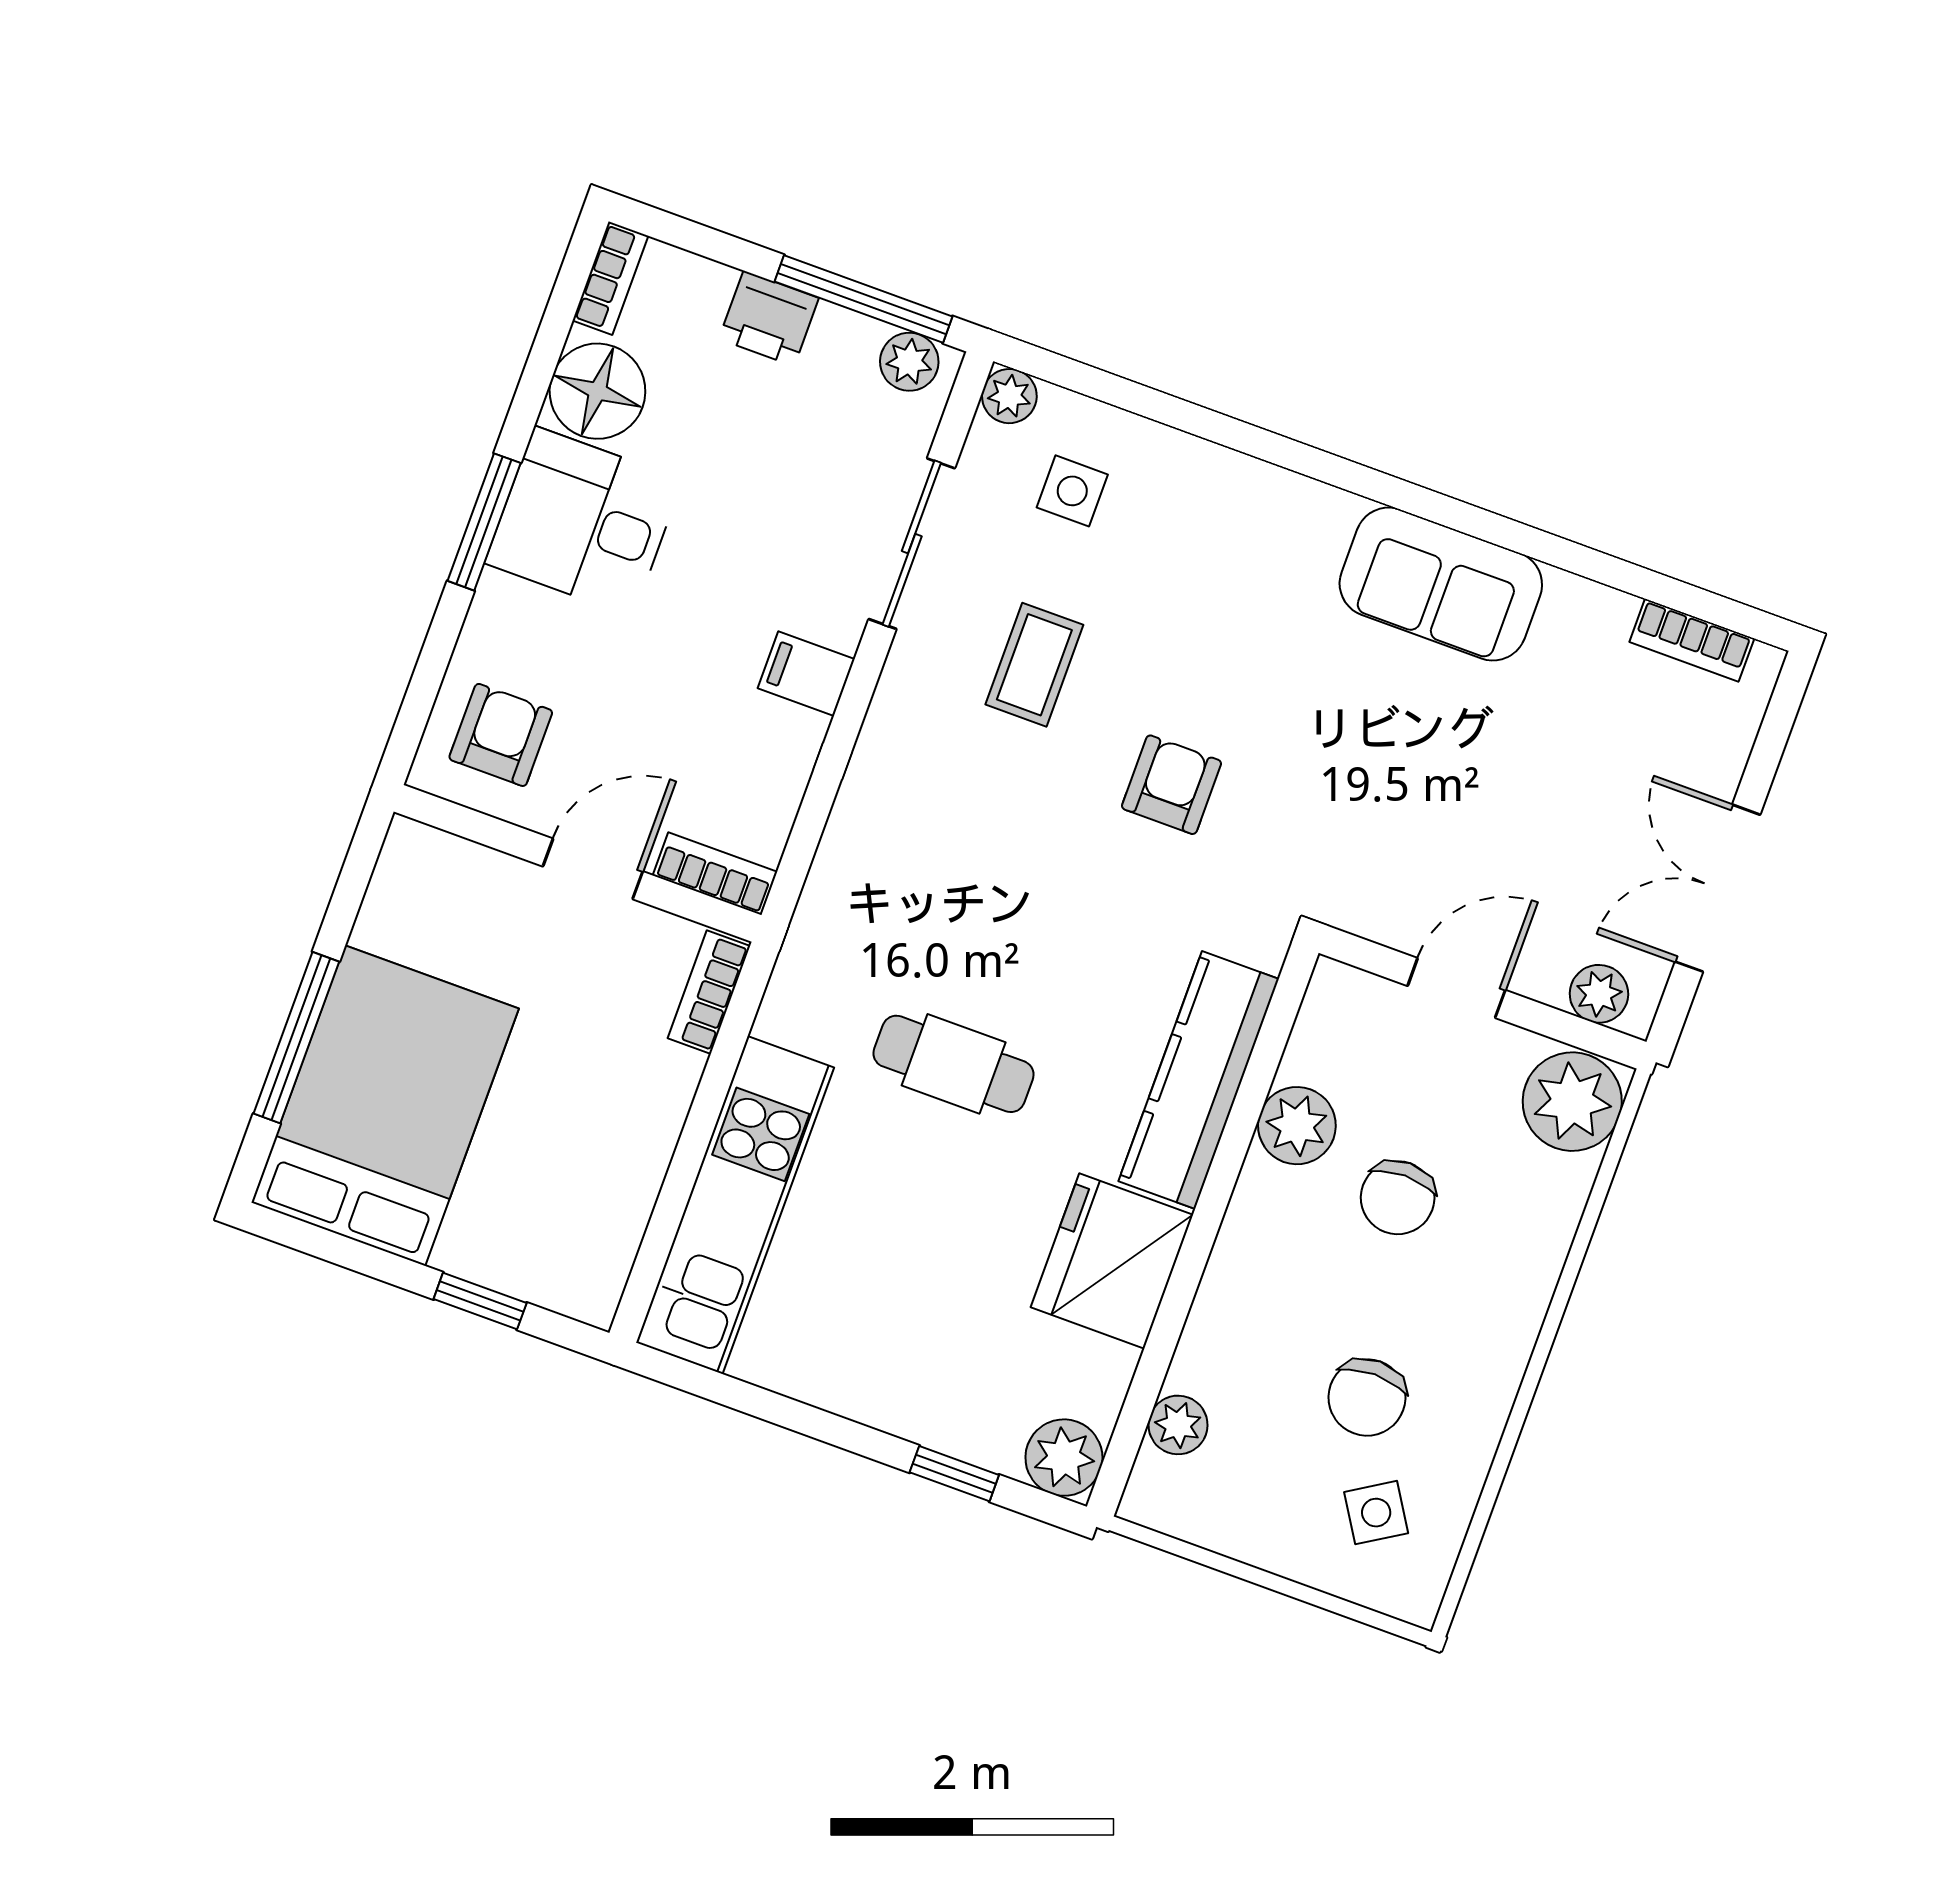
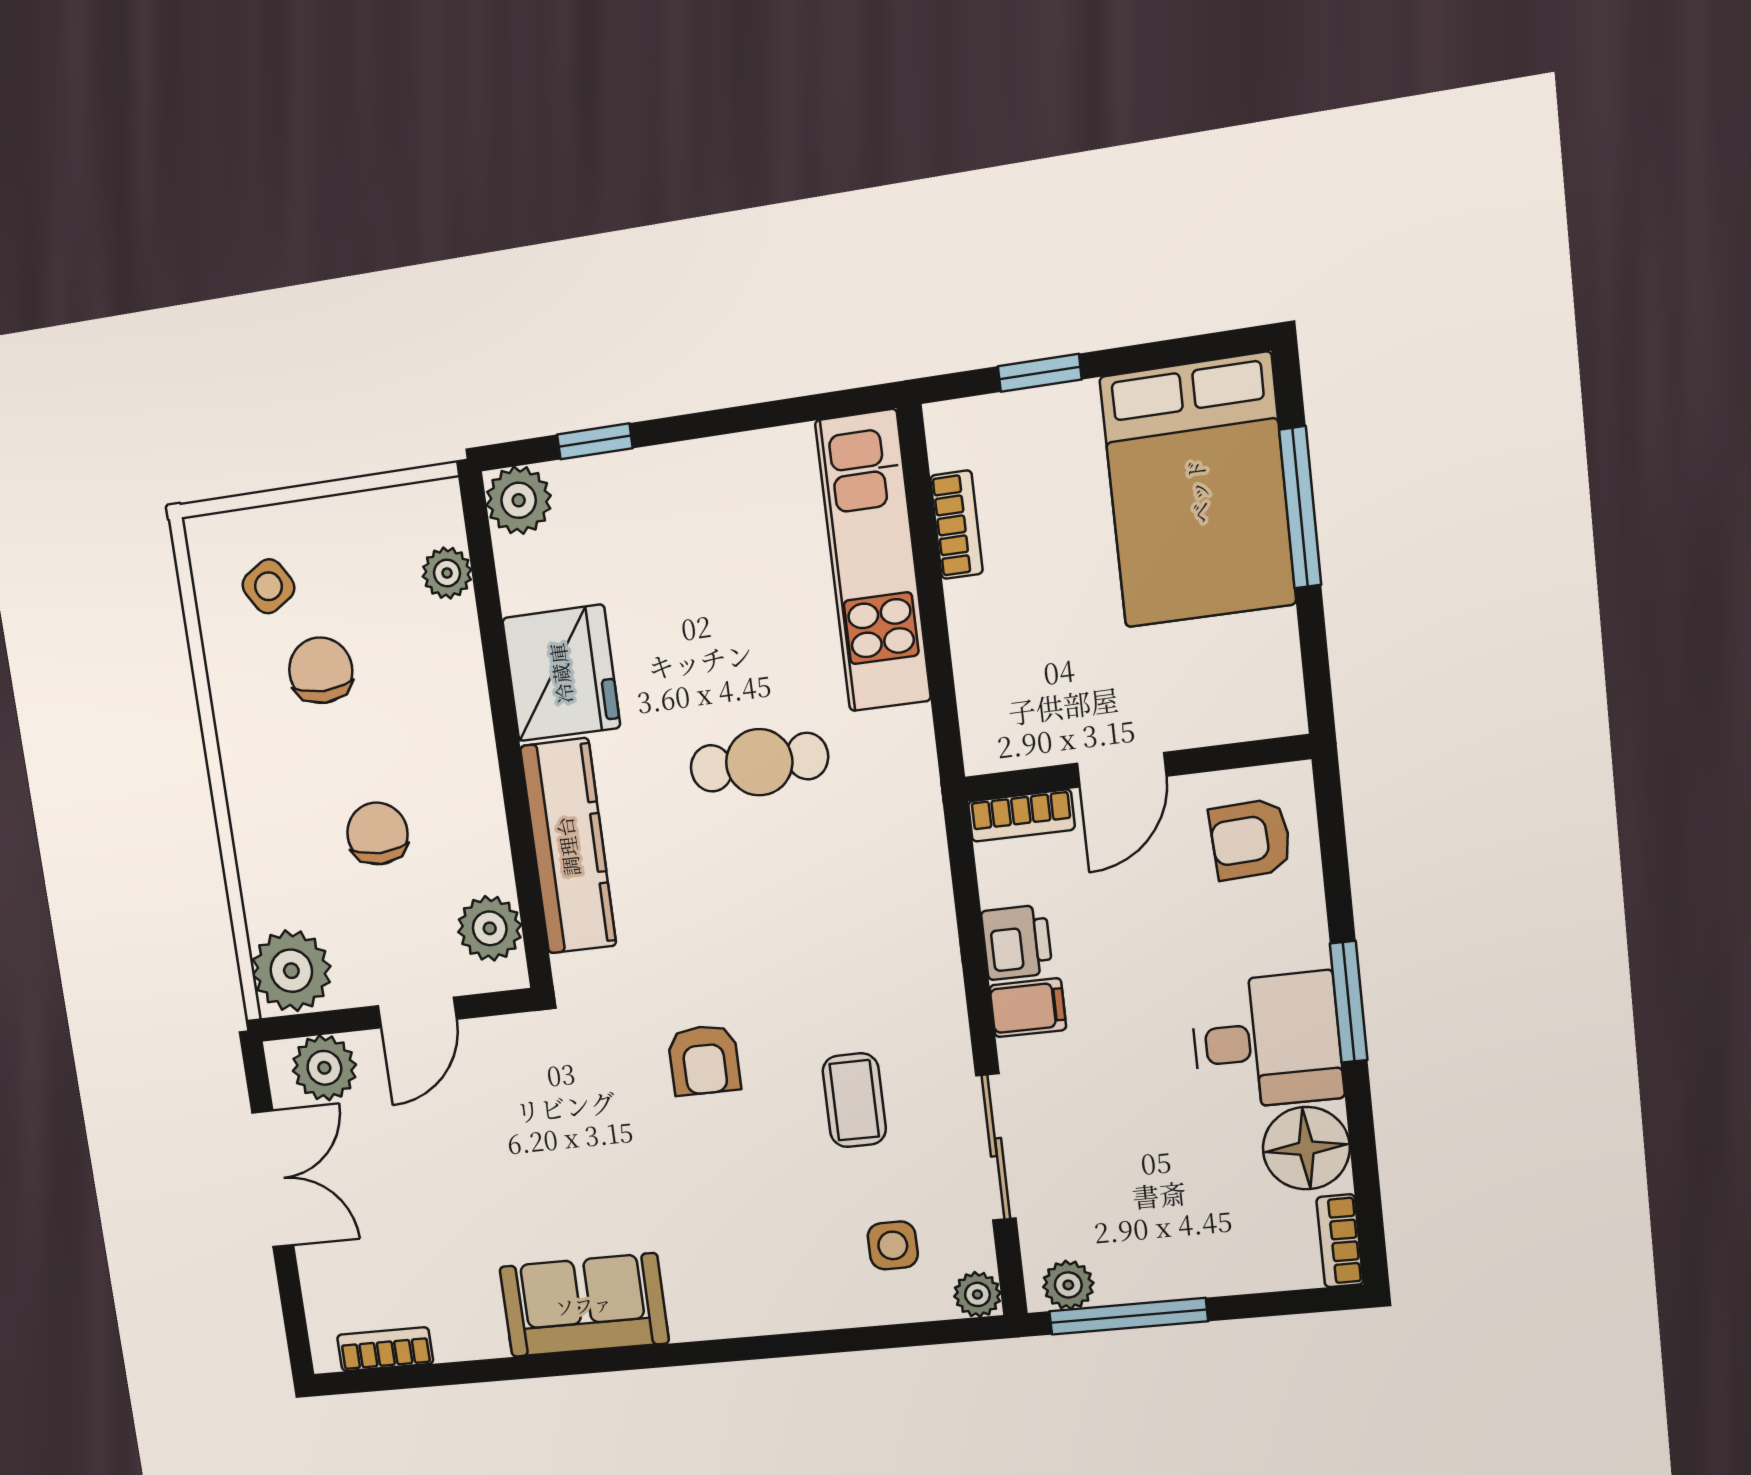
printer: (769, 318) -> (1017, 942), moved, turned 90
armchair: (501, 735) -> (1250, 839), turned 87
bookcase: (709, 992) -> (956, 525), moved
plant: (1599, 994) -> (324, 1068), width x1.38, depth x1.38
plant: (1297, 1126) -> (490, 928), moved

